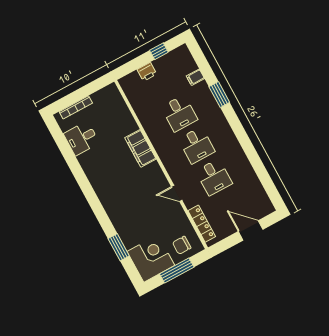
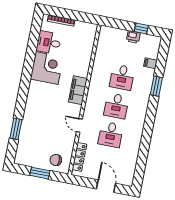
printer: (147, 72) -> (133, 37), moved
filing cabinet: (140, 148) -> (78, 90), moved
corner desk: (151, 258) -> (47, 68), moved
window: (177, 270) -> (40, 173), width x0.69

